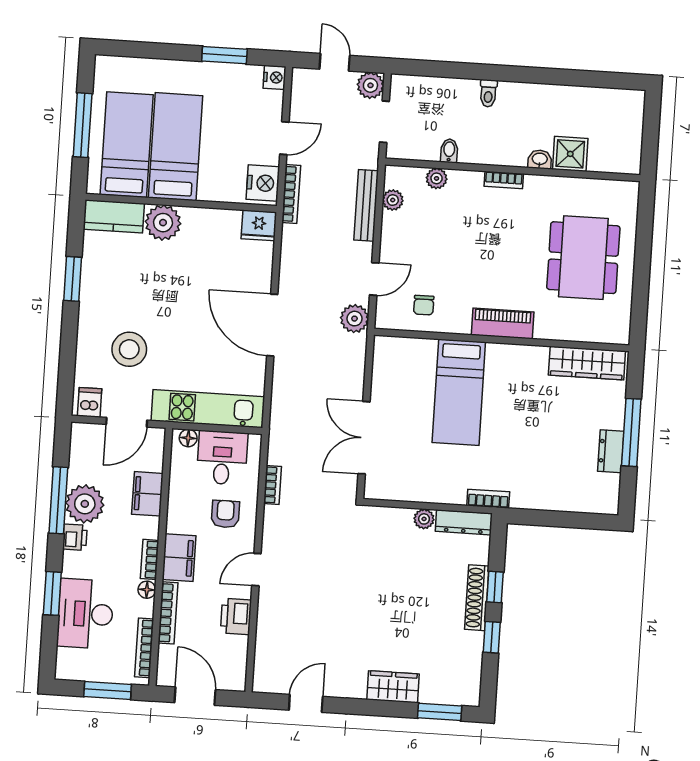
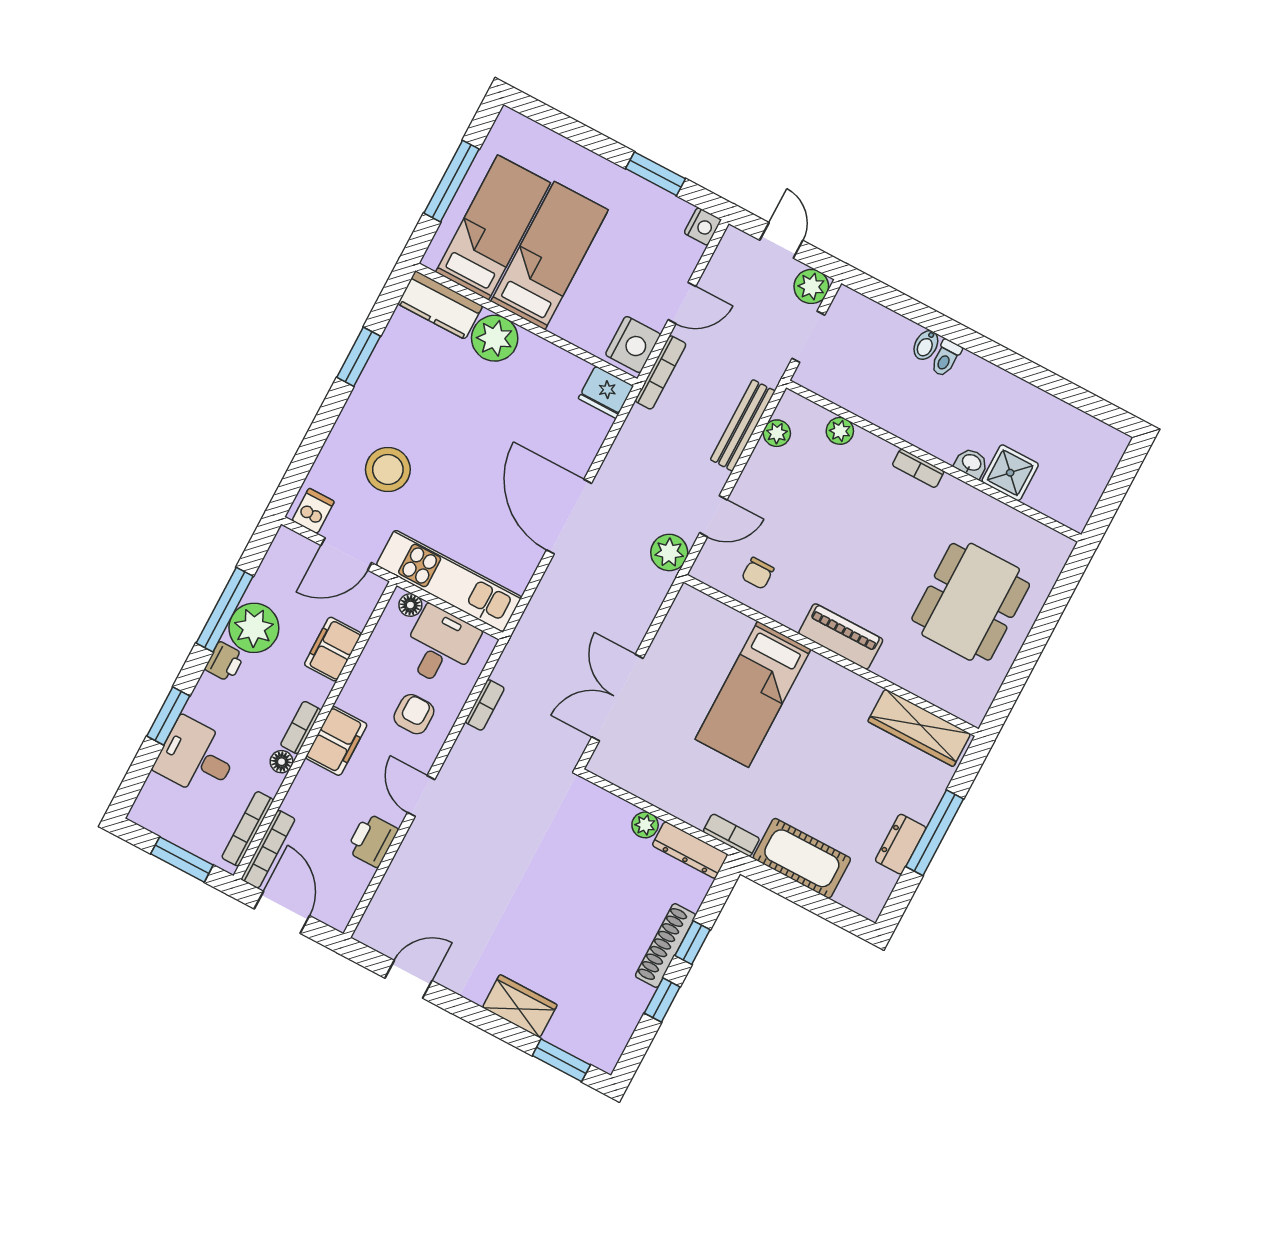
bidet: (449, 151) -> (926, 345), moved, turned 180
cot: (545, 493) -> (802, 858), added
door: (256, 570) -> (421, 796), hinge flipped
bookcase: (168, 613) -> (268, 849), moved
desk: (85, 614) -> (196, 757), width x0.73

